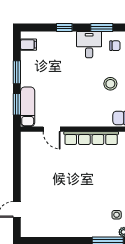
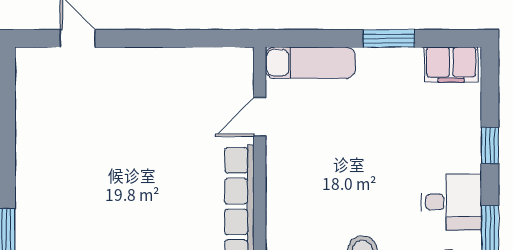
filing cabinet: (29, 45) -> (451, 65), width x2.00
window: (17, 104) -> (316, 38), removed

